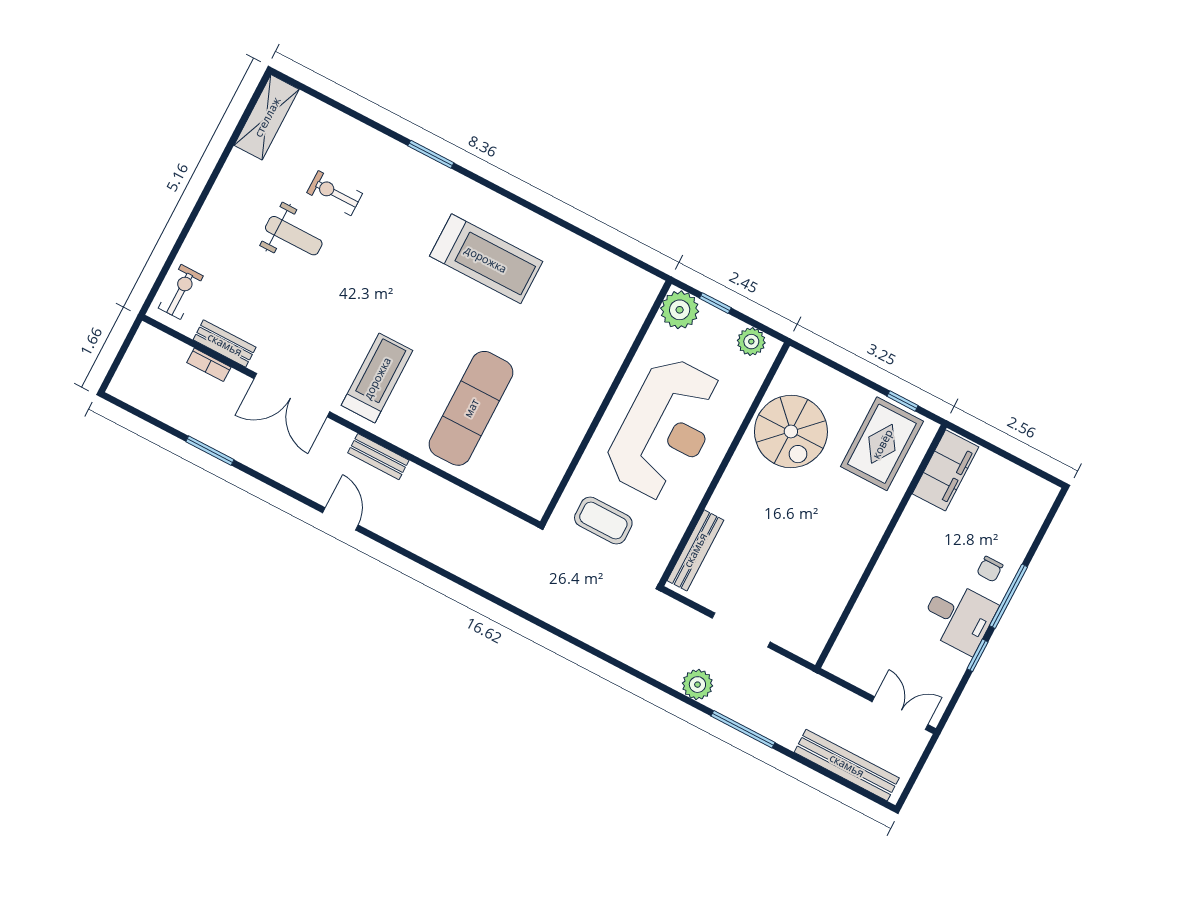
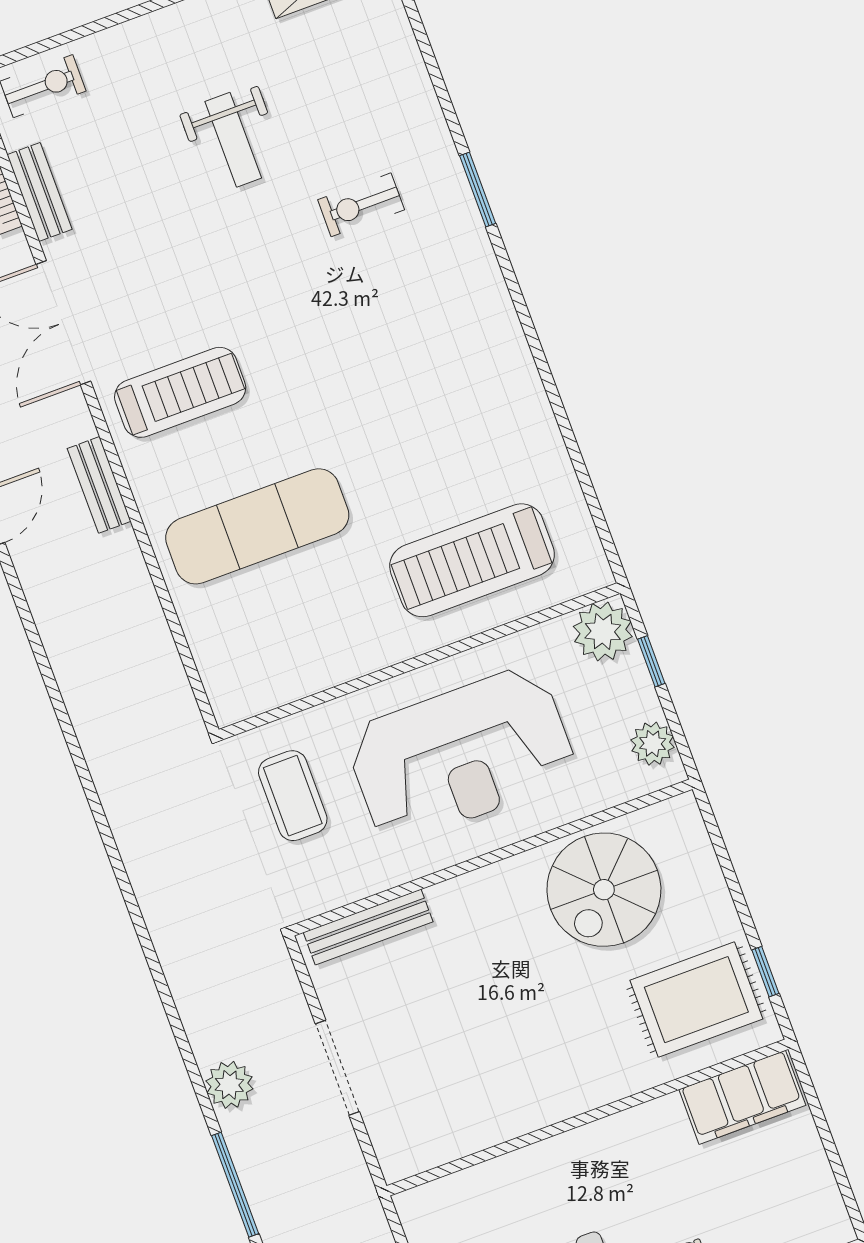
exercise bike: (335, 193) -> (361, 205), moved, turned -90
treadmill: (486, 259) -> (472, 560), moved, turned 90

